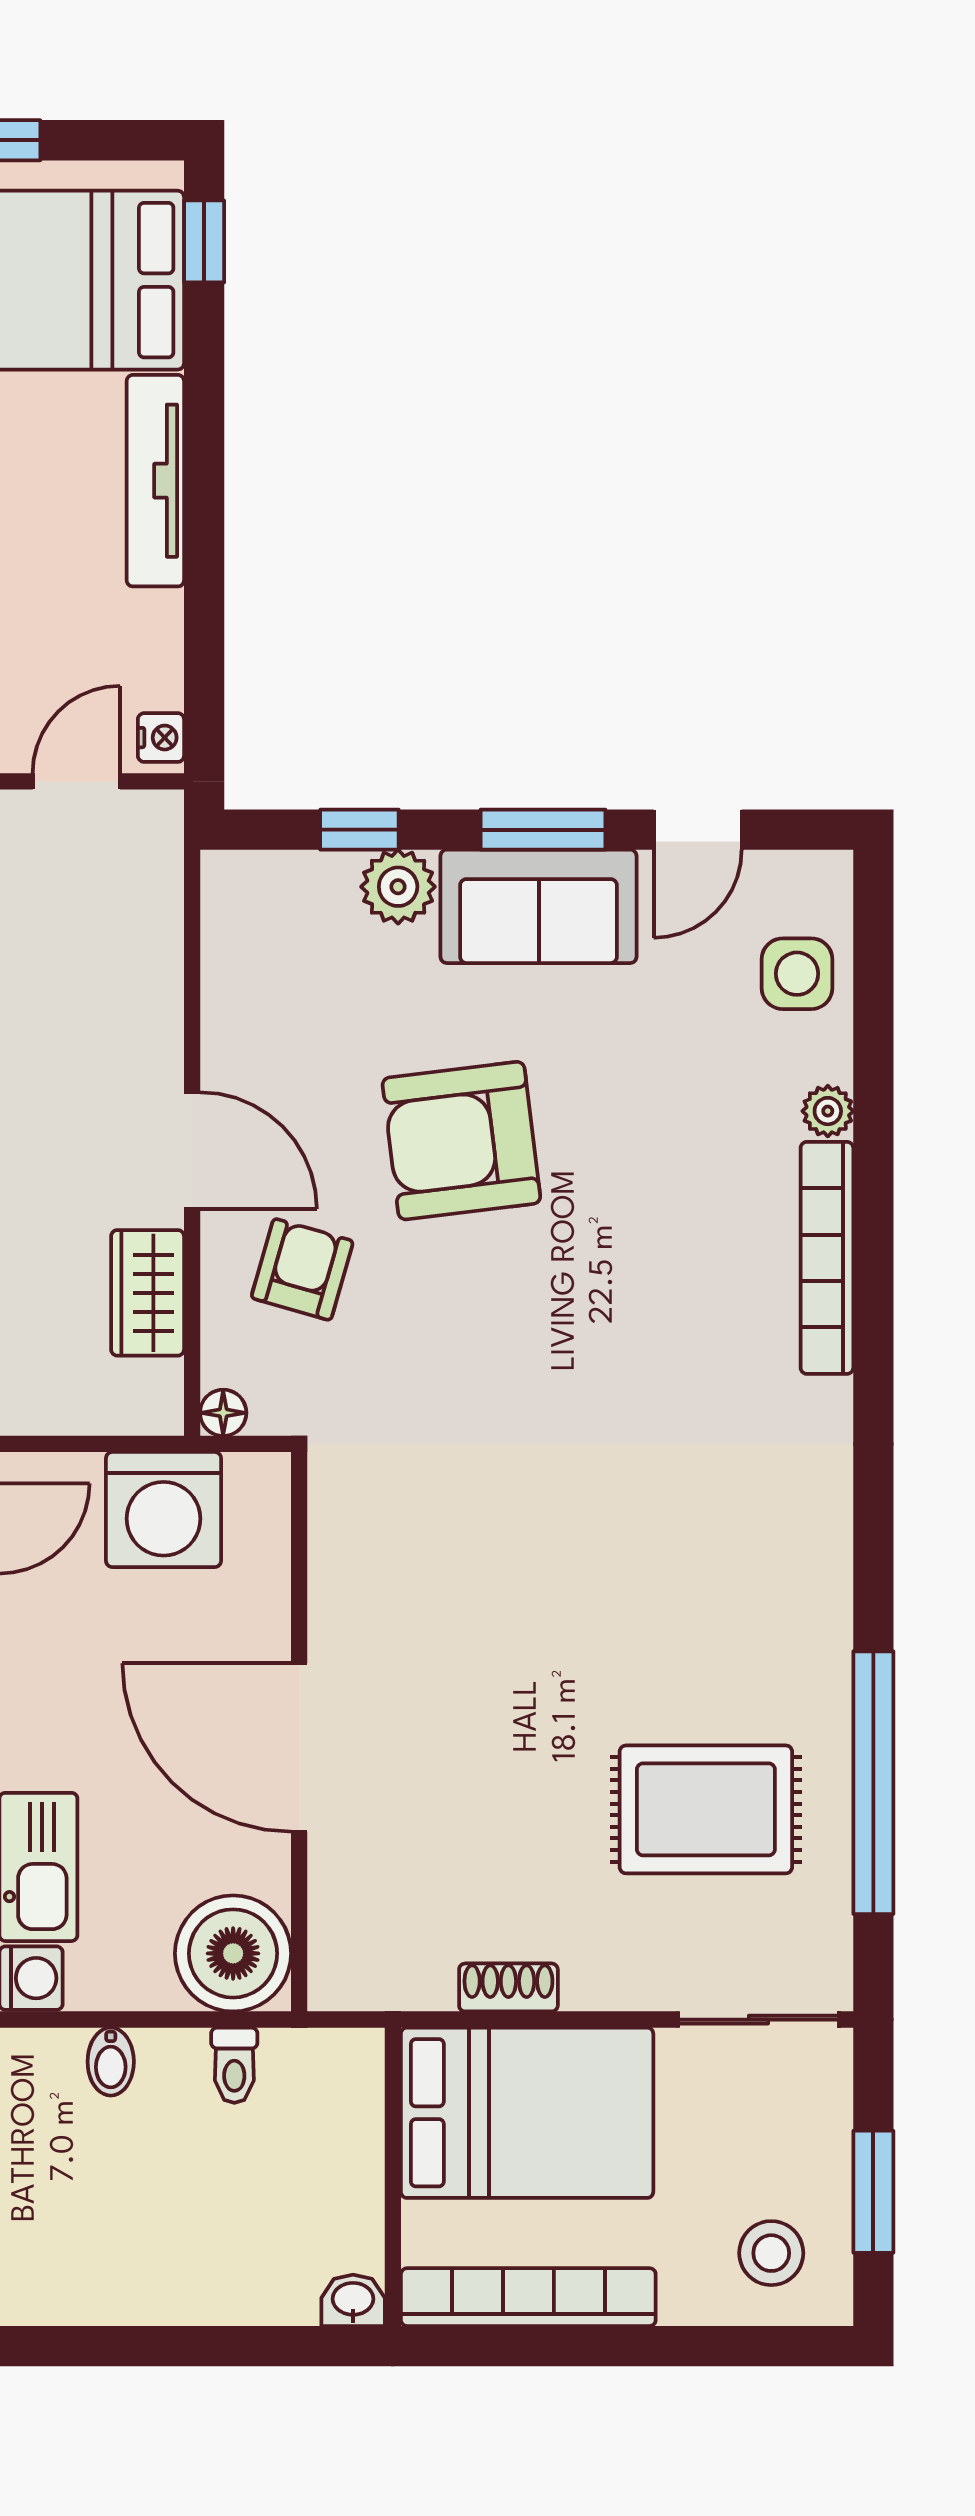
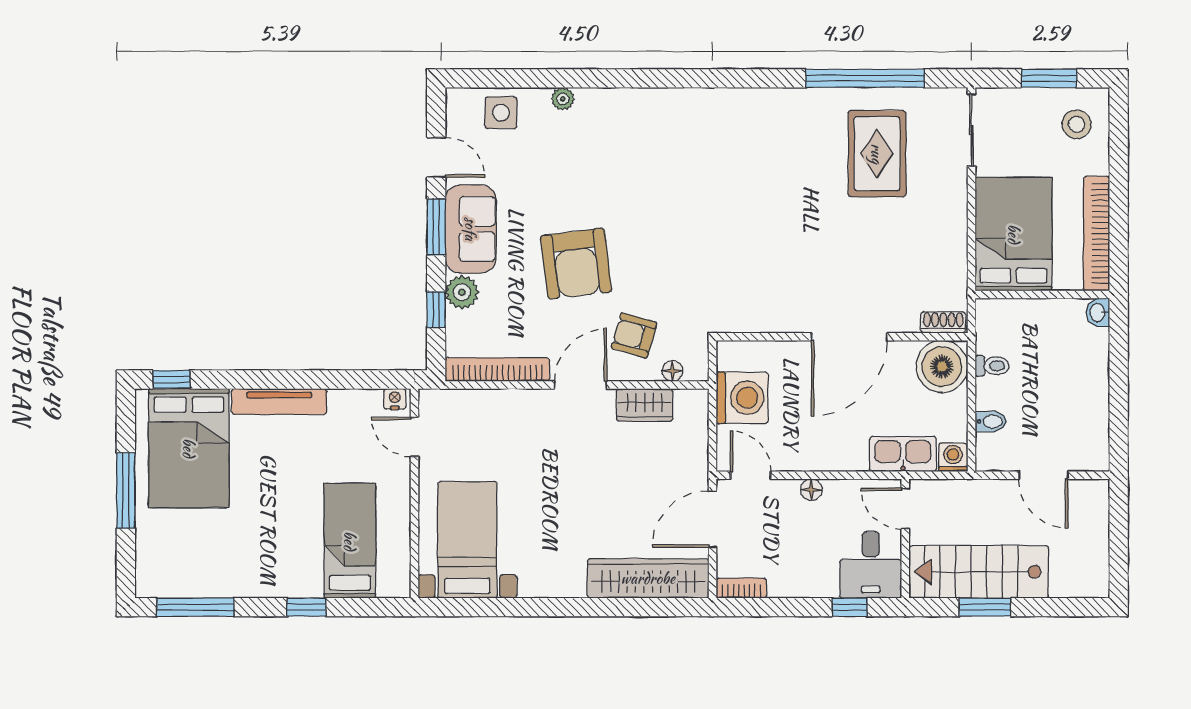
bookcase: (827, 1258) -> (497, 369), moved, turned 180
floor lamp: (223, 1413) -> (673, 371), moved
shoe rack: (508, 1987) -> (943, 322), moved, turned 90

